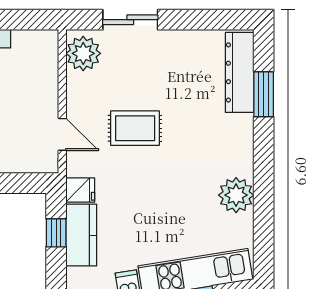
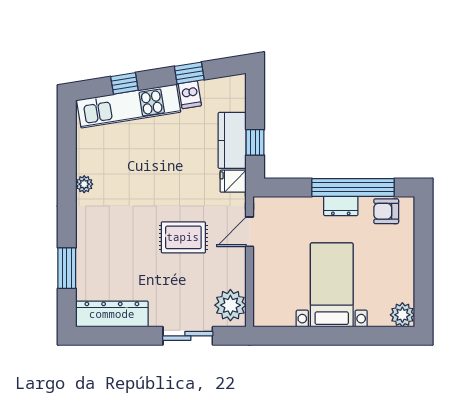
dresser: (240, 72) -> (112, 314), moved, turned -90
door: (62, 134) -> (250, 232), hinge flipped
plant: (236, 195) -> (84, 184), width x0.53, depth x0.53

